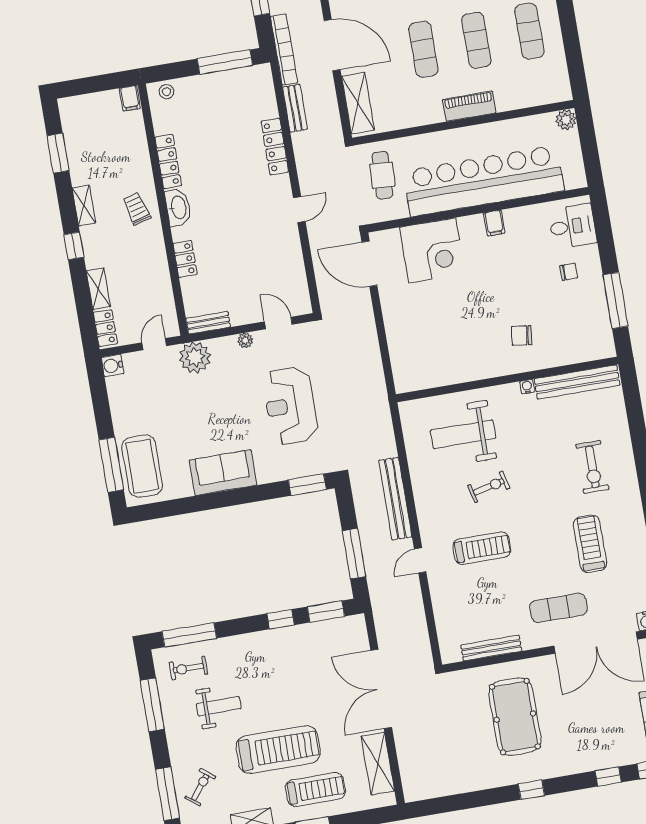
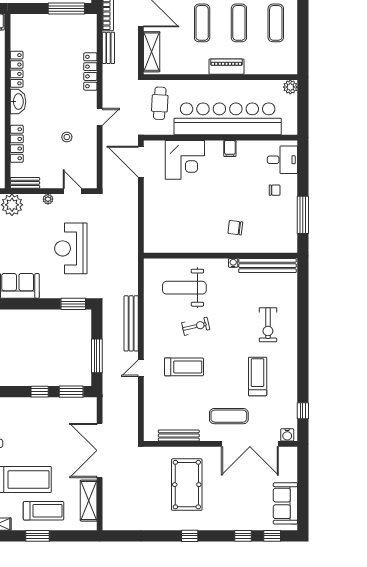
stool: (166, 92) -> (67, 137), moved
locker: (185, 259) -> (17, 144), width x1.53

